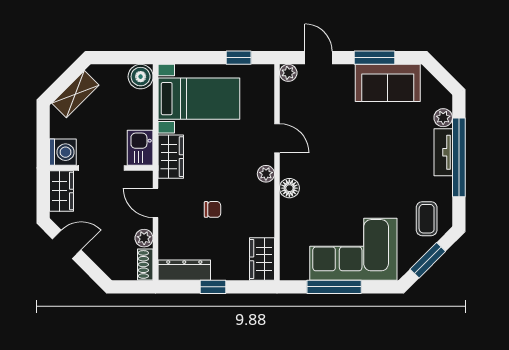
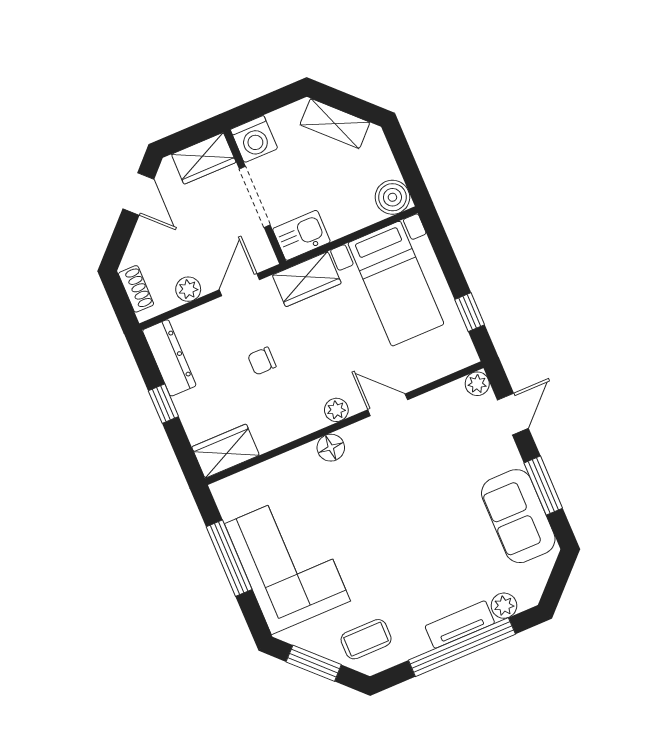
door: (277, 138) -> (388, 405), swing flipped
chair: (212, 209) -> (262, 361), turned 90
shoe rack: (145, 264) -> (136, 289), moved, turned 90

